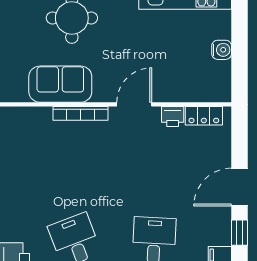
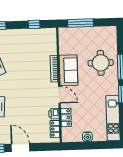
sofa: (60, 84) -> (68, 70), moved
locker: (181, 92) -> (66, 117), added

